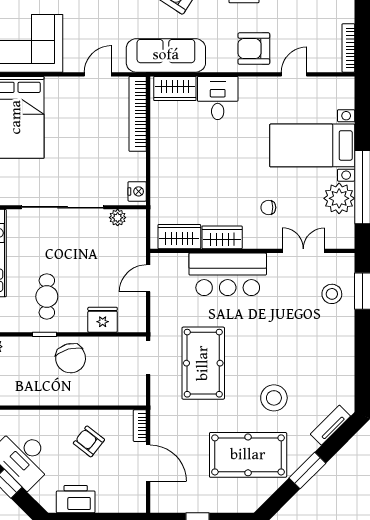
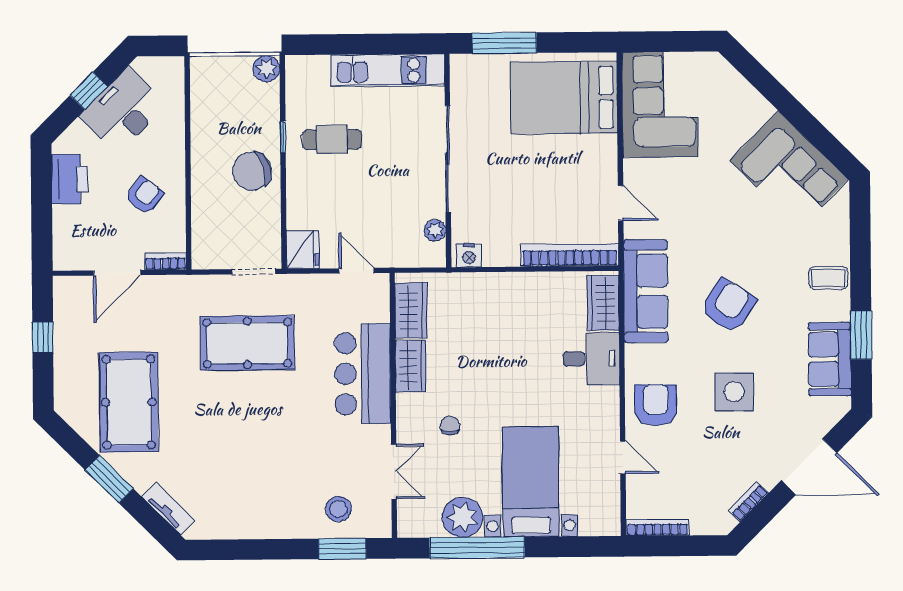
fridge: (103, 320) -> (303, 250), moved
stool: (274, 398) -> (203, 435), removed

